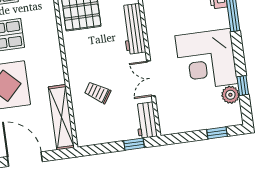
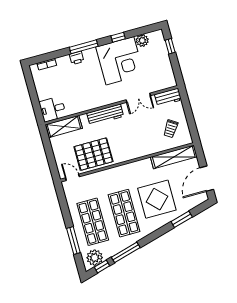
window: (243, 86) -> (118, 37), moved
trolley: (98, 93) -> (171, 129), moved
window: (134, 144) -> (186, 103), removed

